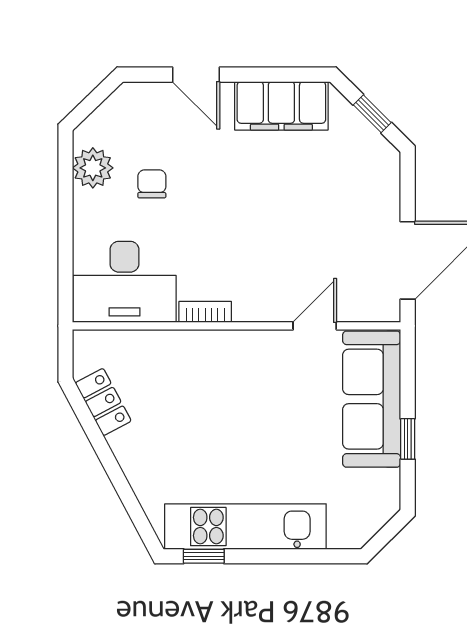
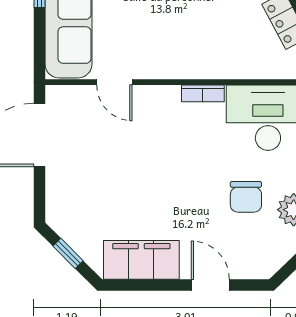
chair: (152, 184) -> (246, 197), width x1.37, depth x1.37
door: (315, 326) -> (114, 82), hinge flipped

